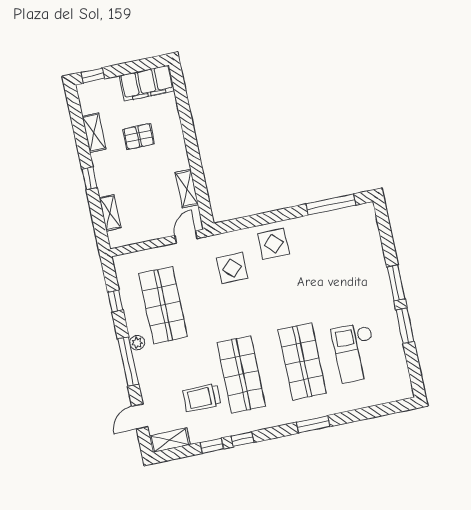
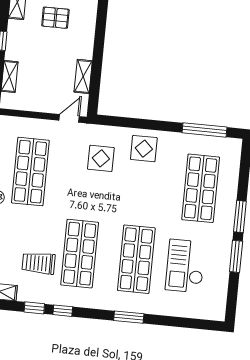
shop shelf: (346, 267) -> (201, 188), added

